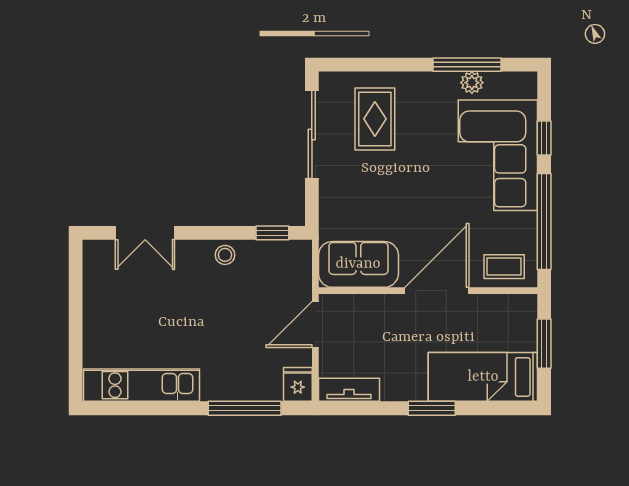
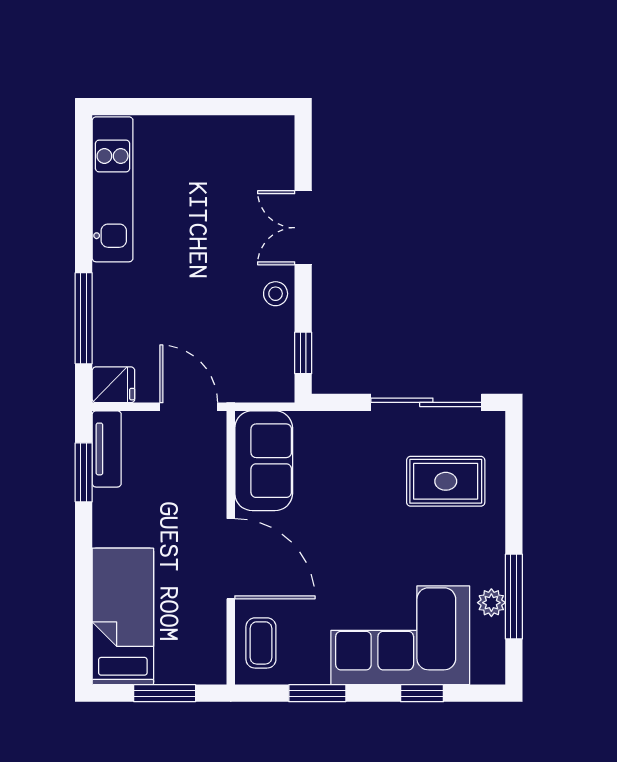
window: (544, 222) -> (317, 693), width x0.47
double door: (145, 233) -> (303, 228), moved
window: (432, 408) -> (84, 472), moved

